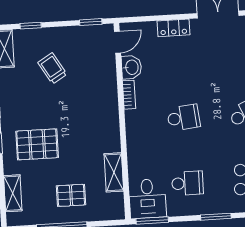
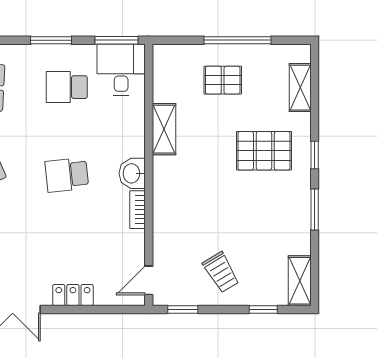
washbasin: (131, 67) -> (132, 173), moved
trolley: (52, 68) -> (221, 272), moved
shelving: (114, 172) -> (164, 129), moved
window: (216, 217) -> (51, 40), moved

